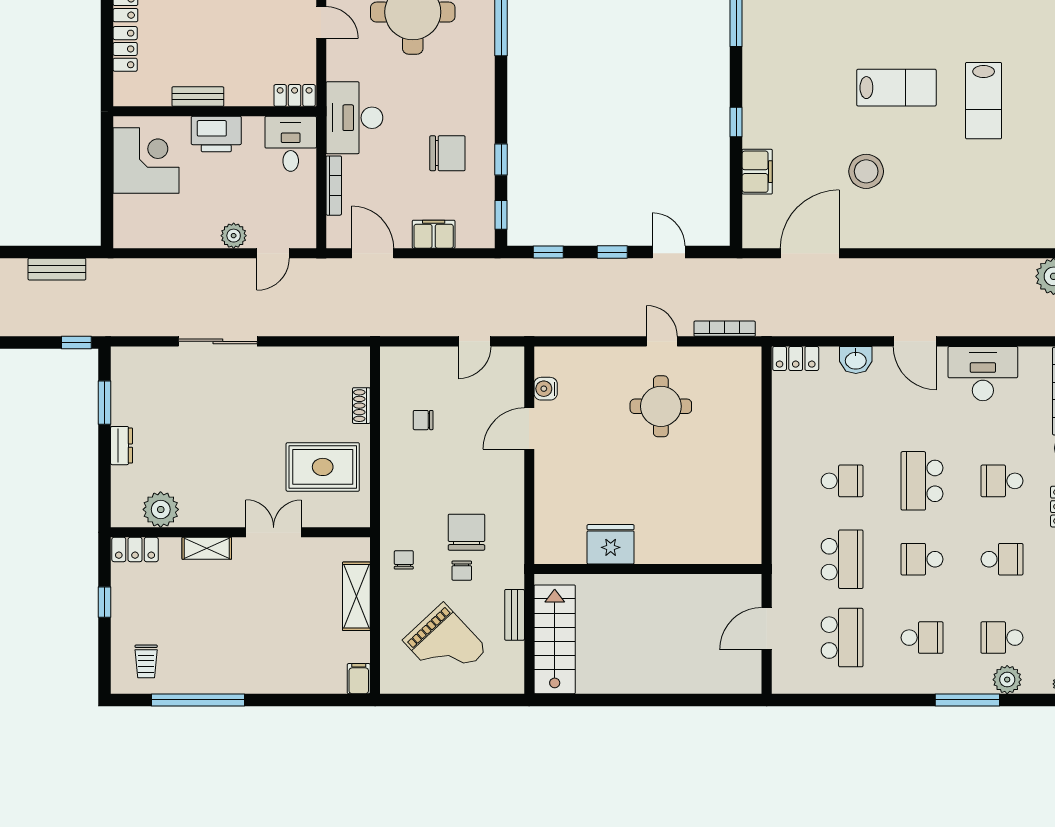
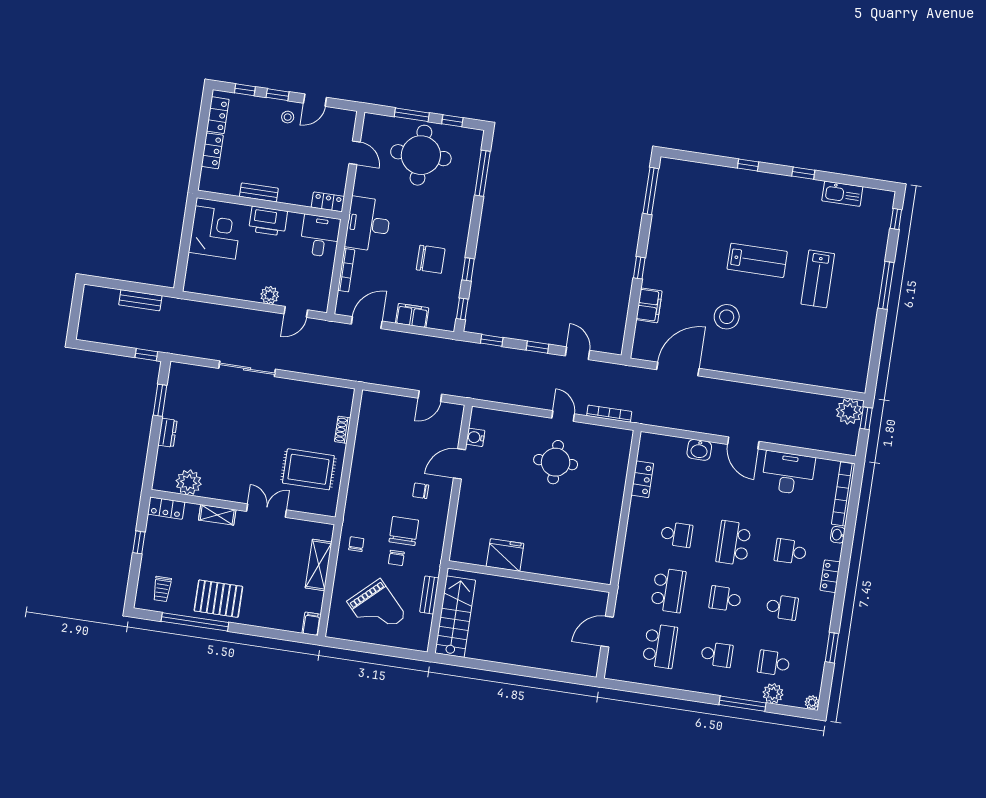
door: (373, 253) -> (367, 323), hinge flipped
locker: (796, 358) -> (642, 479), moved, turned -90
chair: (423, 420) -> (421, 491), moved
pallet: (226, 663) -> (218, 599), added

